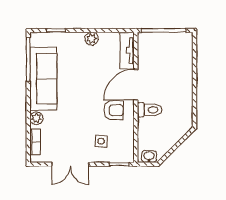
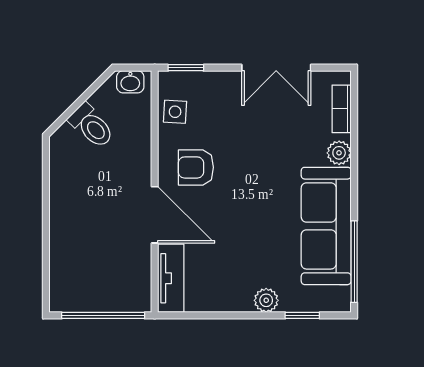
plant: (91, 39) -> (266, 300), moved
door: (136, 85) -> (155, 215), hinge flipped
toilet: (150, 110) -> (91, 126), moved, turned -135
side table: (101, 141) -> (175, 112), moved
double door: (70, 164) -> (276, 68), swing flipped

